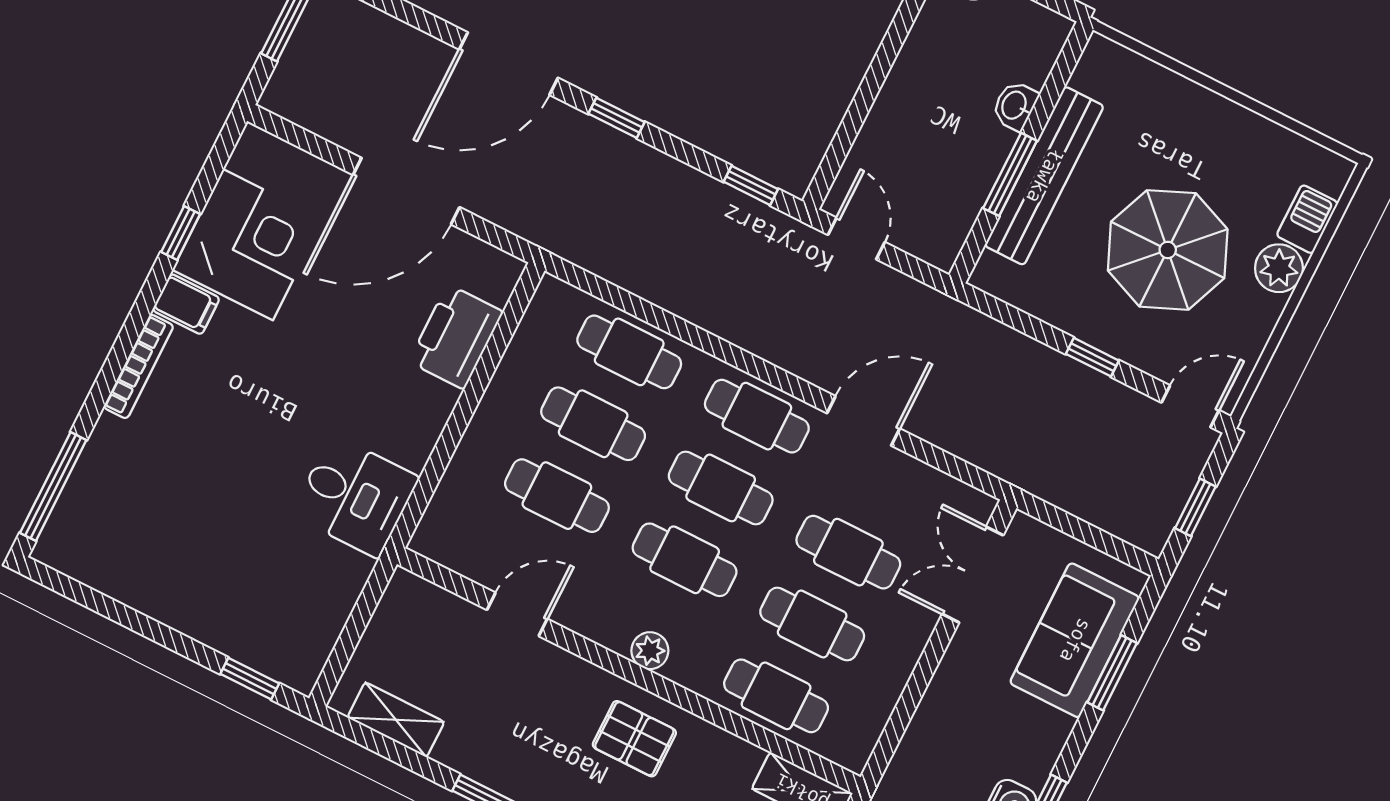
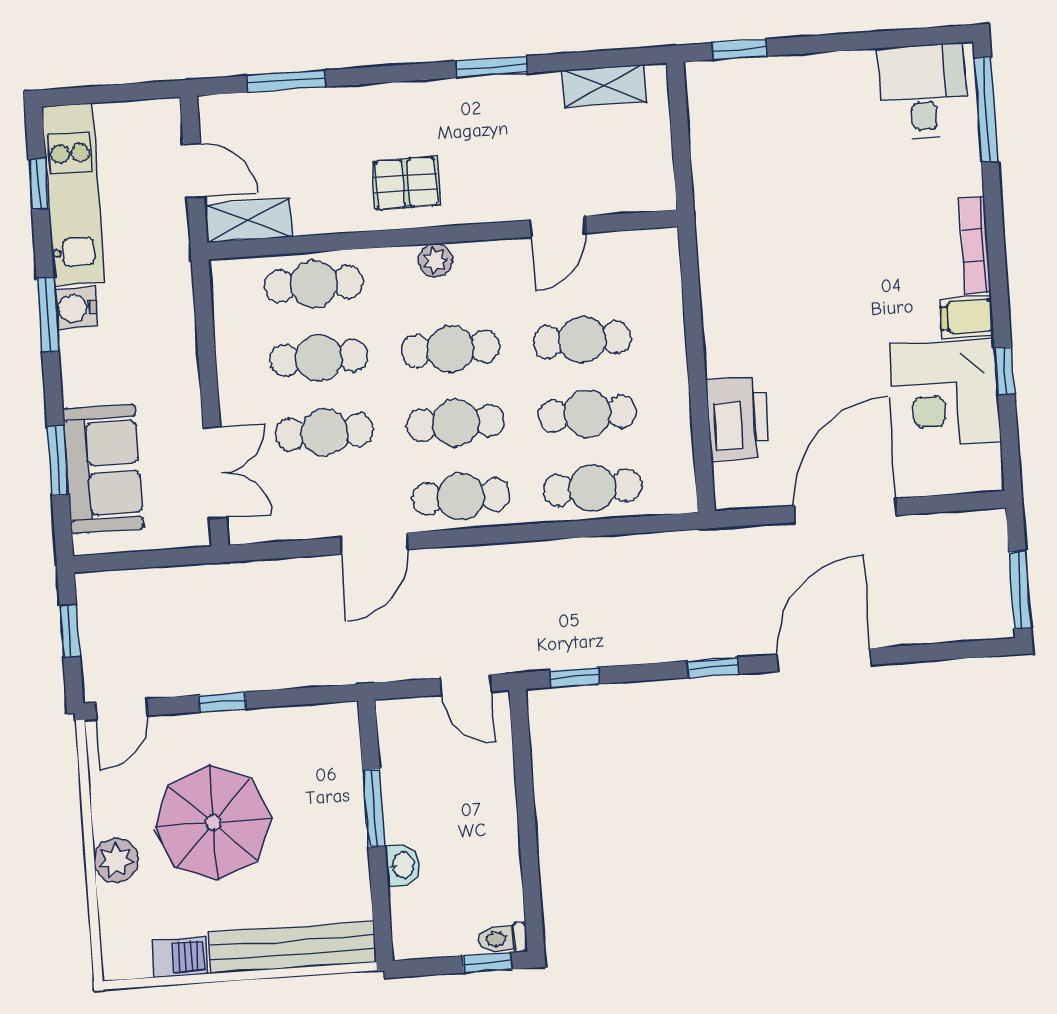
bench: (1044, 176) -> (293, 947), moved, turned 90
barbecue: (1307, 219) -> (180, 957), moved, turned -90
desk: (355, 496) -> (923, 91), moved, turned 90

